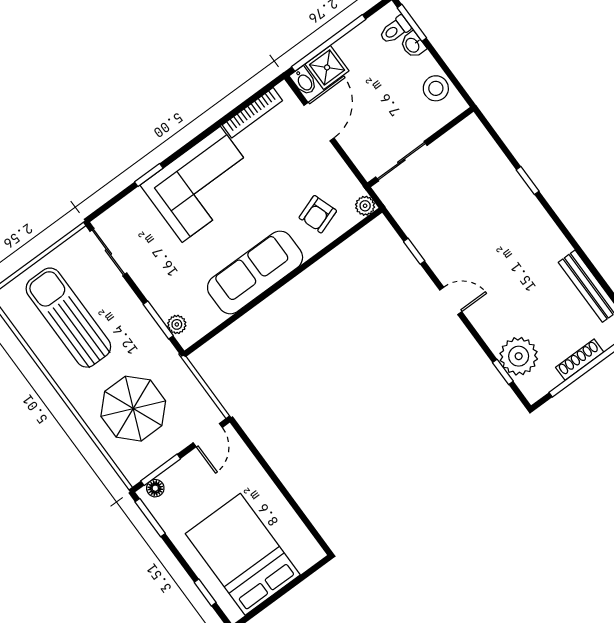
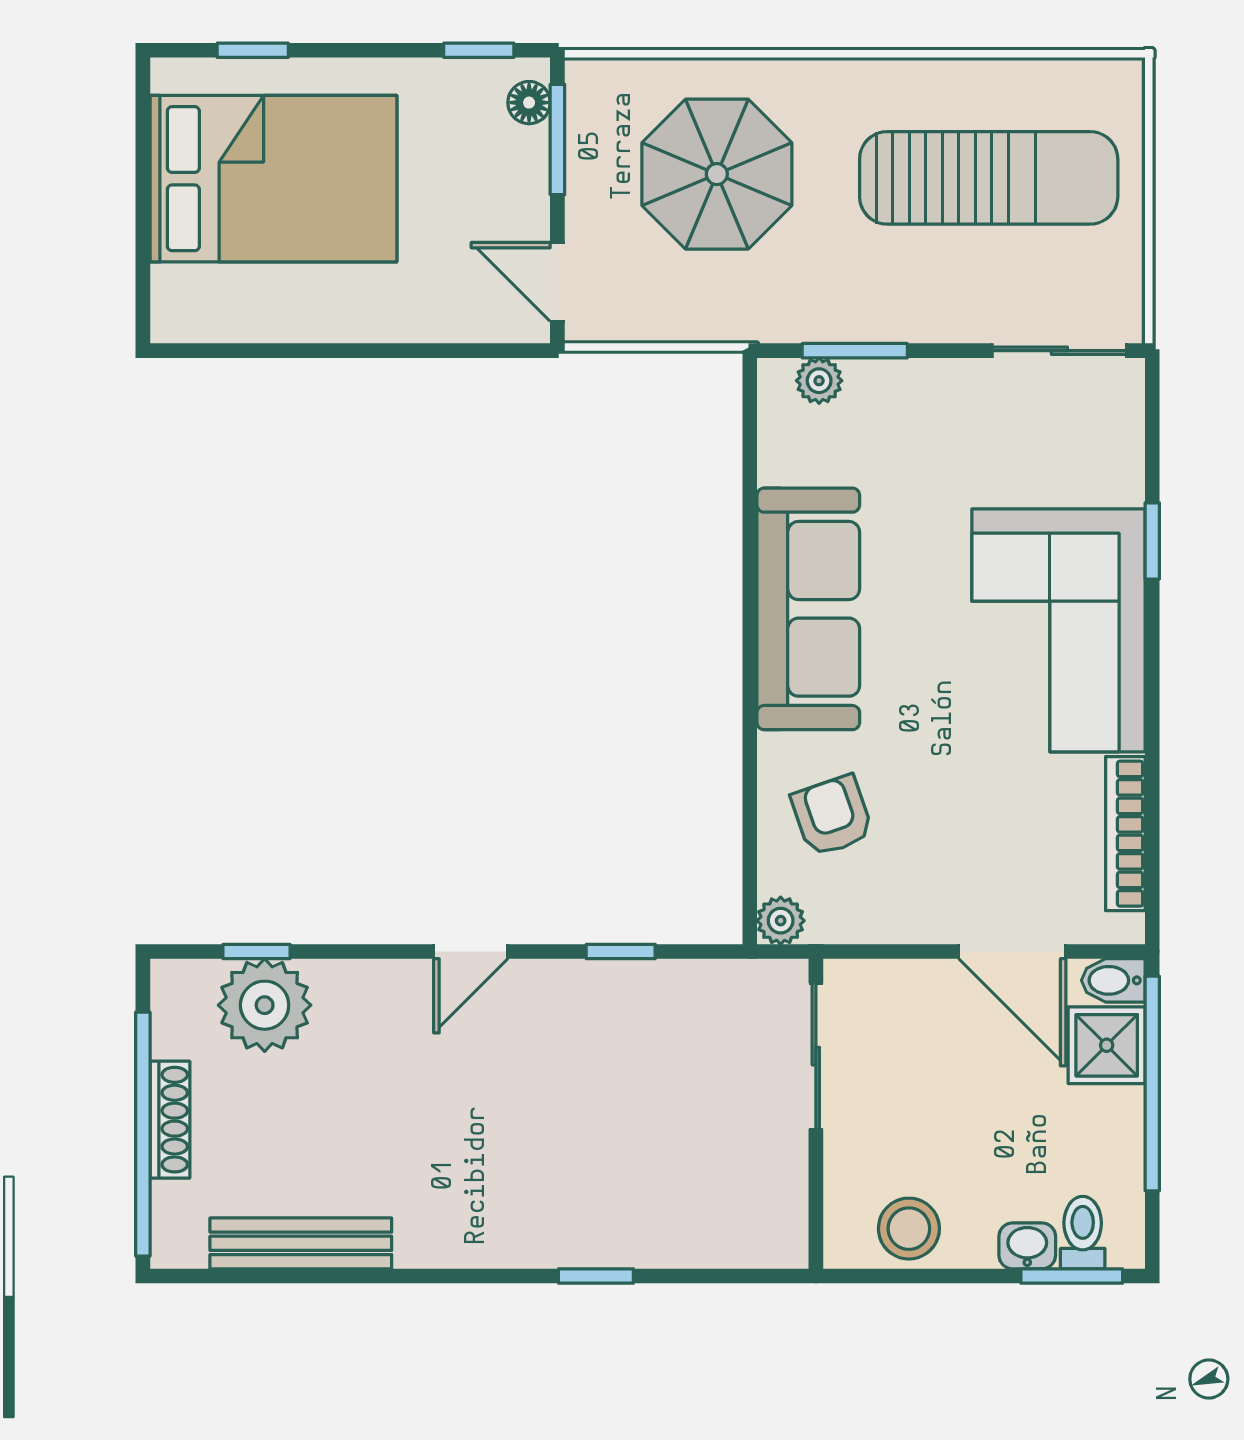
window: (150, 518) -> (479, 50), width x0.67

